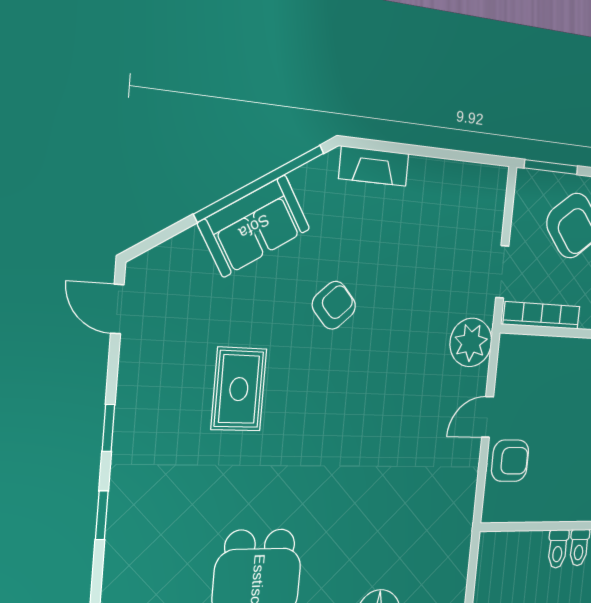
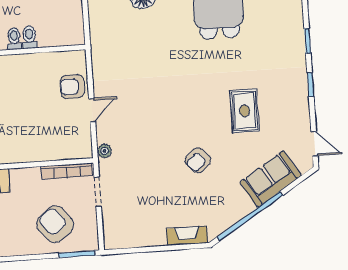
sofa: (254, 226) -> (271, 179), moved
plant: (471, 342) -> (104, 151), width x0.53, depth x0.53

